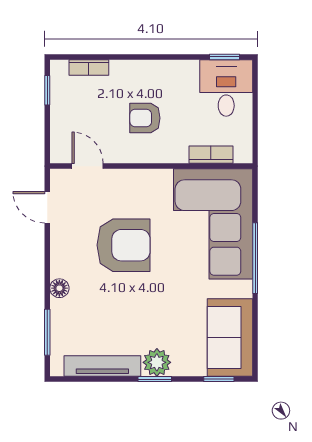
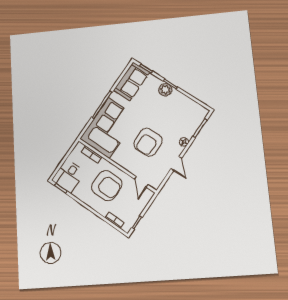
armchair: (145, 118) -> (107, 186), width x1.88, depth x1.88
door: (47, 207) -> (176, 163), moved
armchair: (124, 245) -> (148, 142), turned -90
tv unit: (102, 366) -> (187, 102), removed

